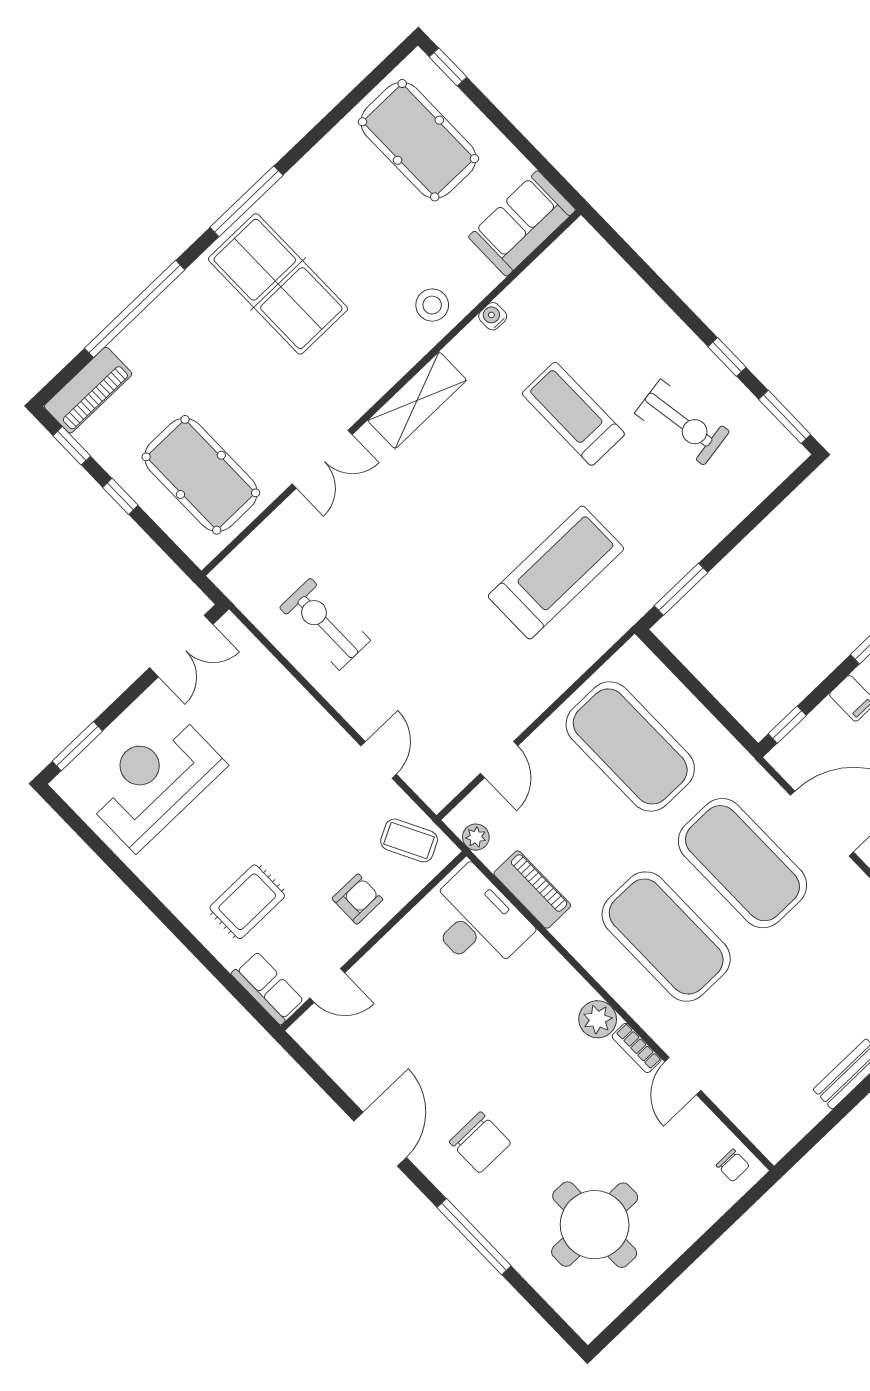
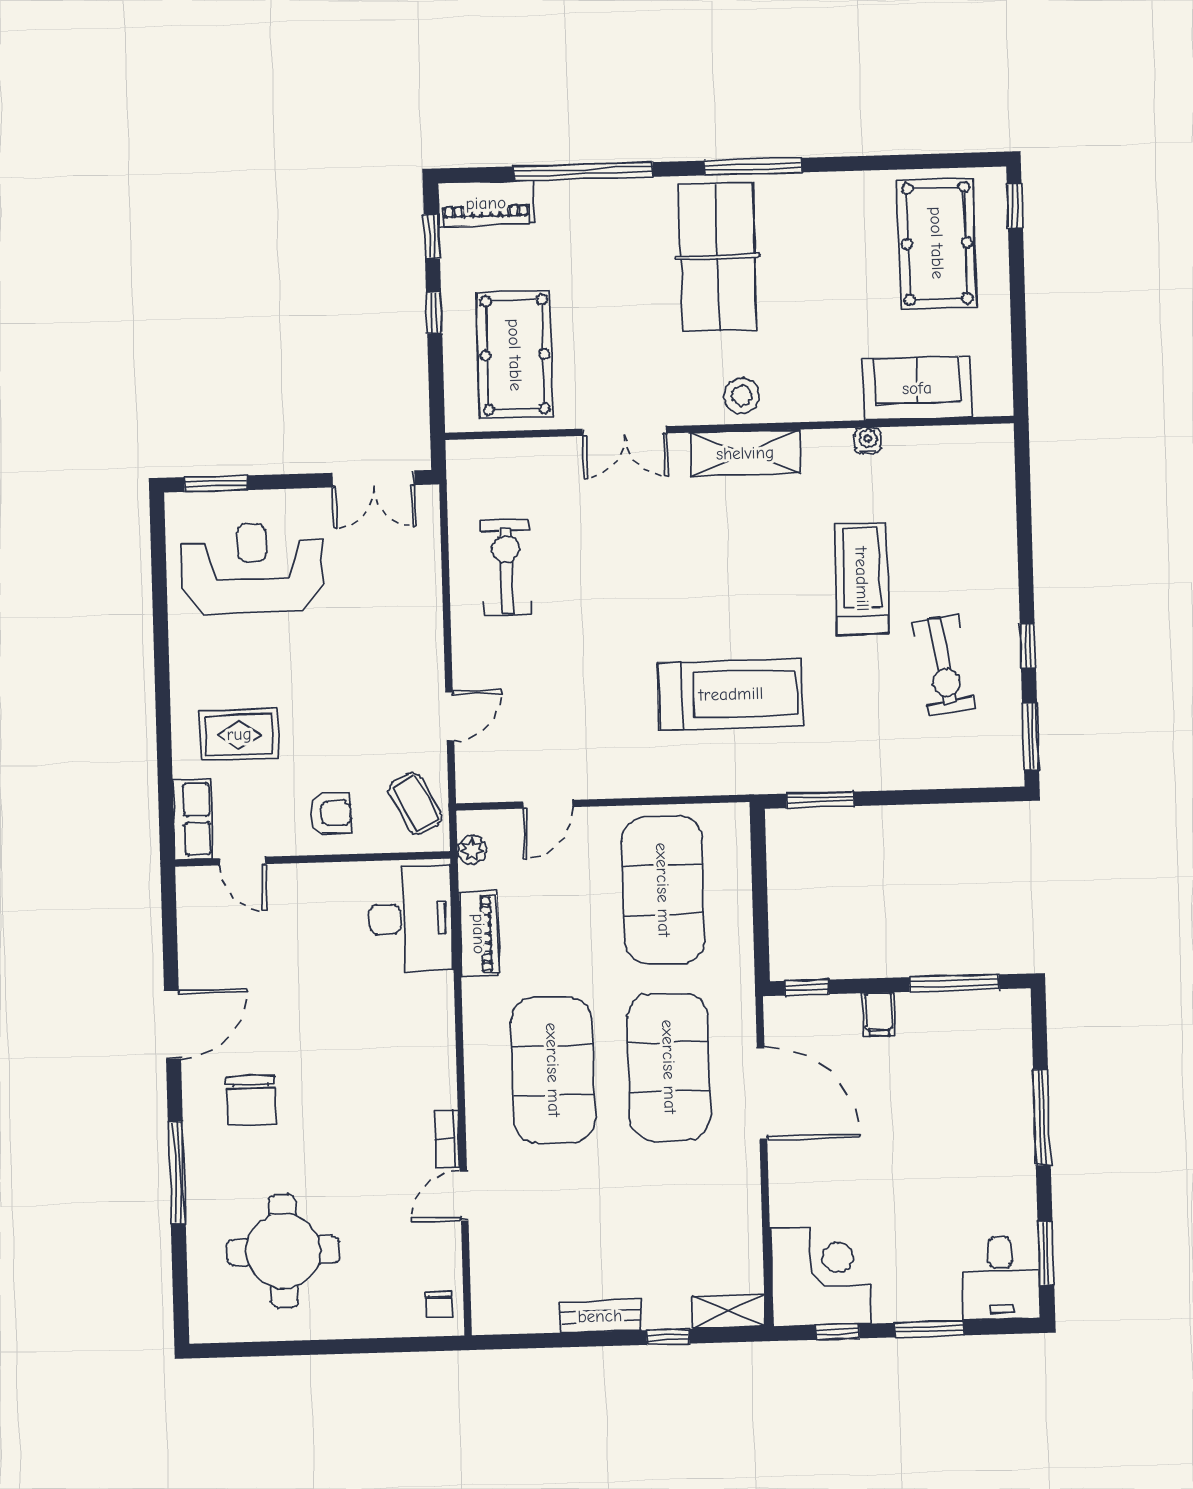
sofa: (522, 223) -> (917, 388), moved
stool: (432, 305) -> (742, 396), moved
plant: (598, 1019) -> (437, 1087), removed

